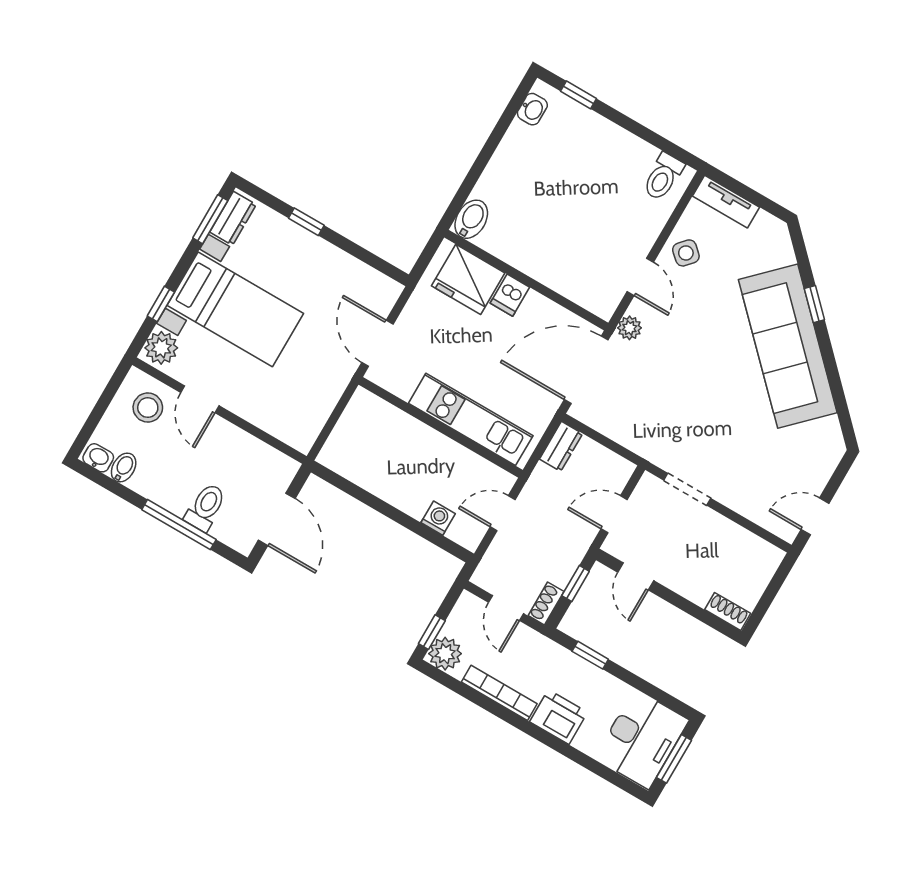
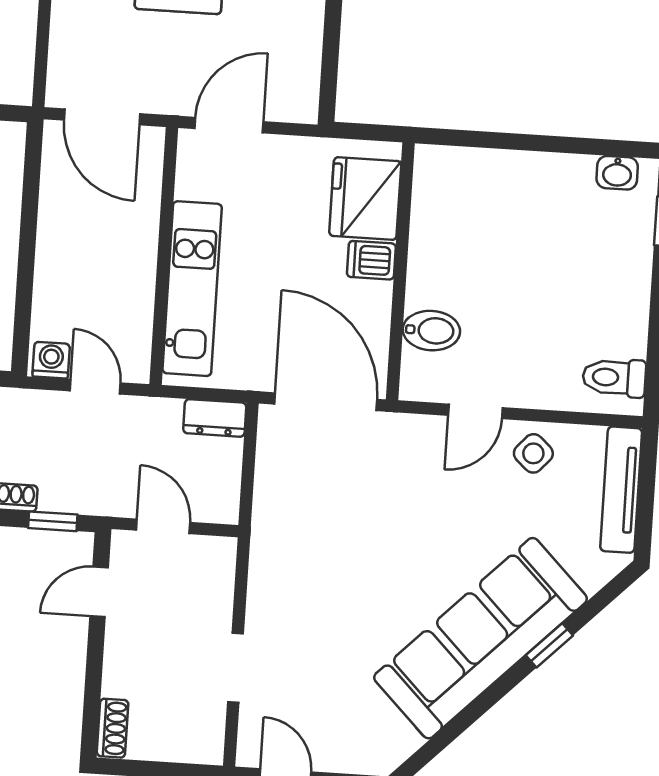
tv unit: (726, 202) -> (621, 490), width x1.41
bidet: (471, 219) -> (431, 331), moved
plant: (629, 328) -> (405, 430), removed
door: (331, 422) -> (102, 117), added
doorway: (687, 489) -> (235, 668), moved
washing machine: (438, 518) -> (51, 360), moved, turned -90

